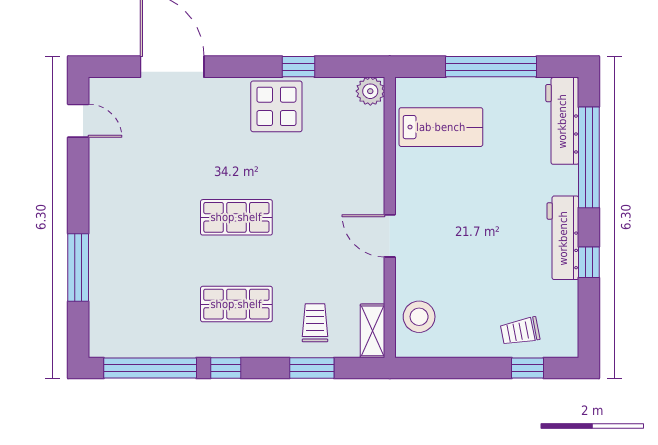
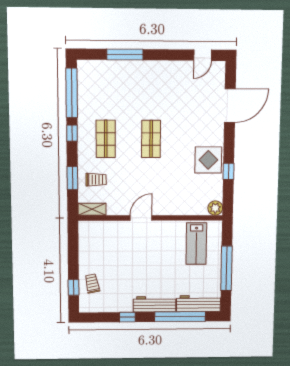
workbench: (563, 238) -> (155, 304), moved
stool: (419, 317) -> (99, 233), removed

